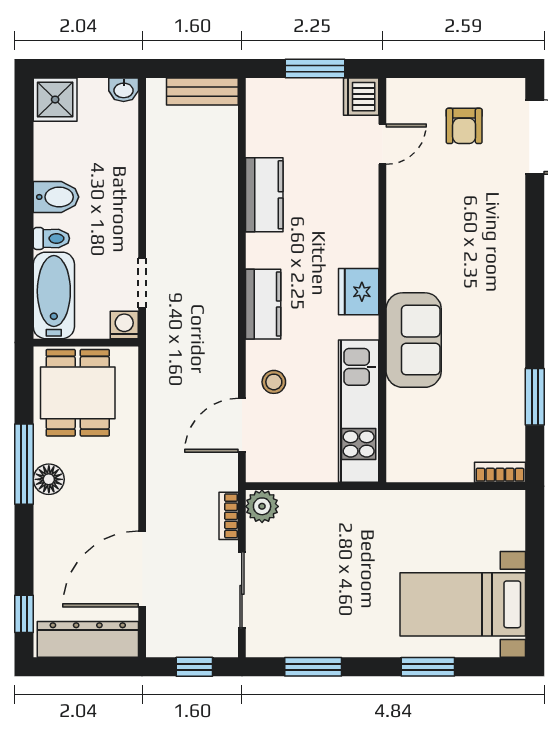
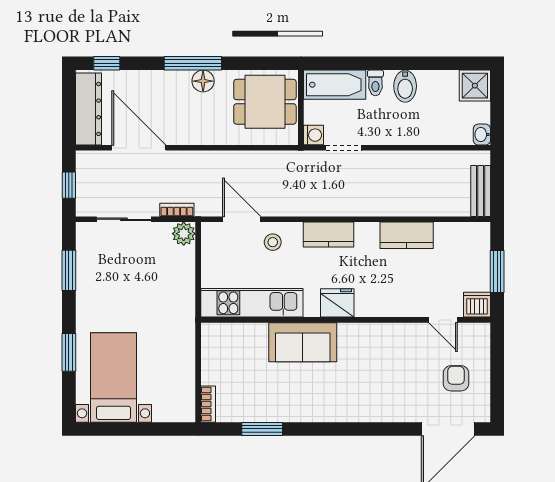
armchair: (464, 126) -> (456, 378), turned 90
window: (24, 464) -> (193, 63), moved

